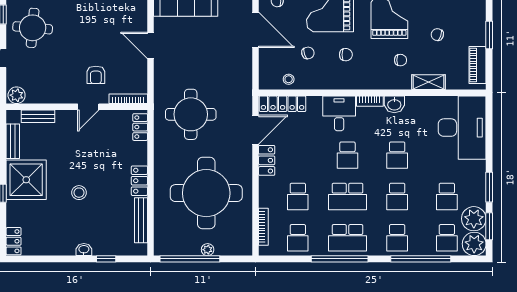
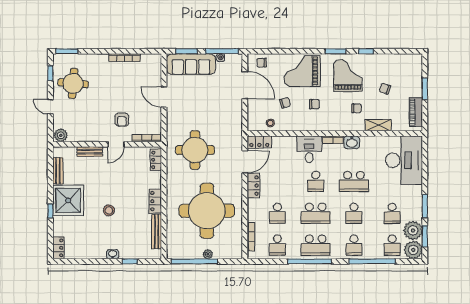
locker: (283, 104) -> (259, 142), width x0.66
bench: (38, 116) -> (90, 152), moved
school desk: (397, 155) -> (354, 181), width x1.85

